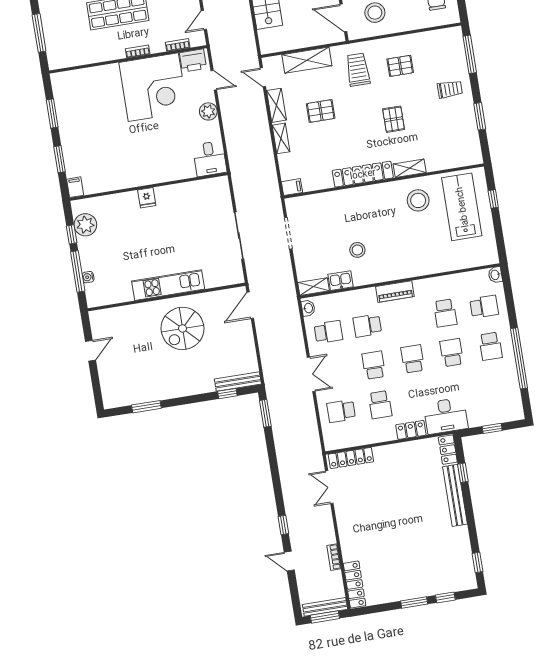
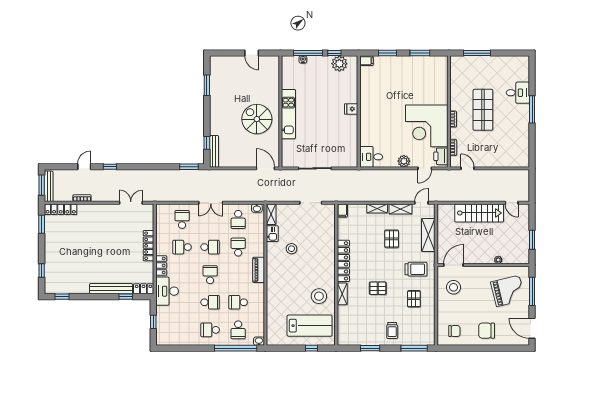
window: (519, 358) -> (236, 348), moved
school desk: (413, 359) -> (210, 275), turned -90
locker: (351, 458) -> (149, 246), moved
window: (414, 603) -> (42, 224), moved

